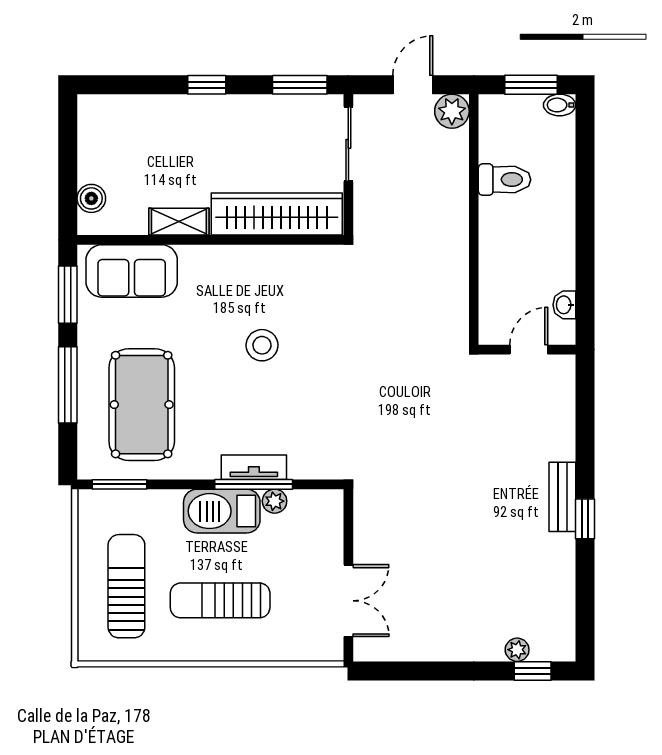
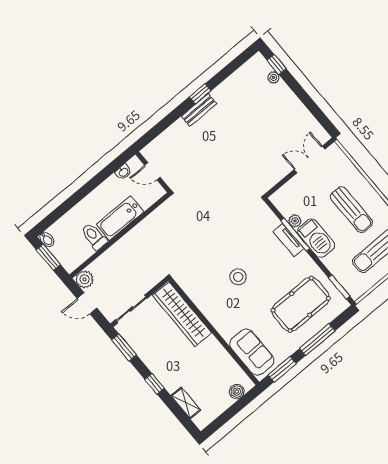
shelving: (179, 222) -> (186, 403), moved
bathtub: (499, 242) -> (120, 218), added

